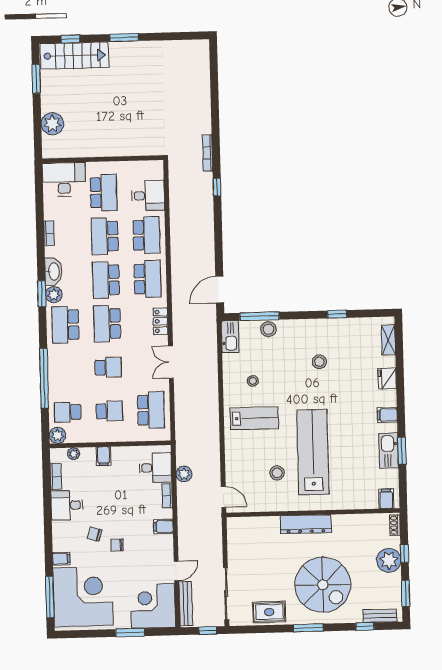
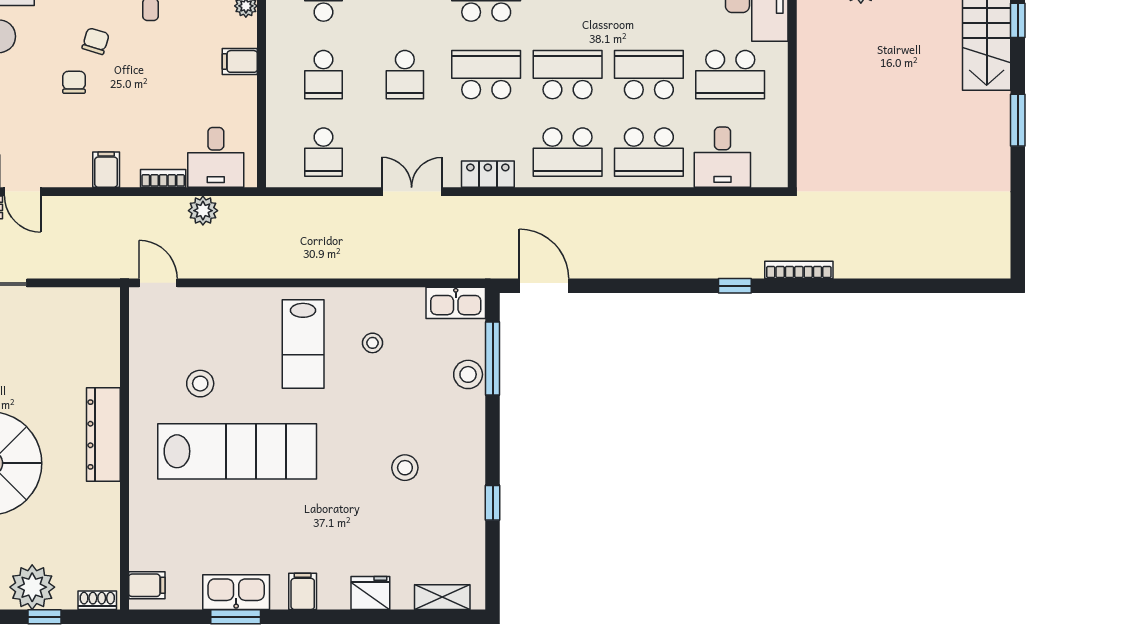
school desk: (151, 410) -> (323, 152), width x0.54
door: (224, 497) -> (158, 283), swing flipped

